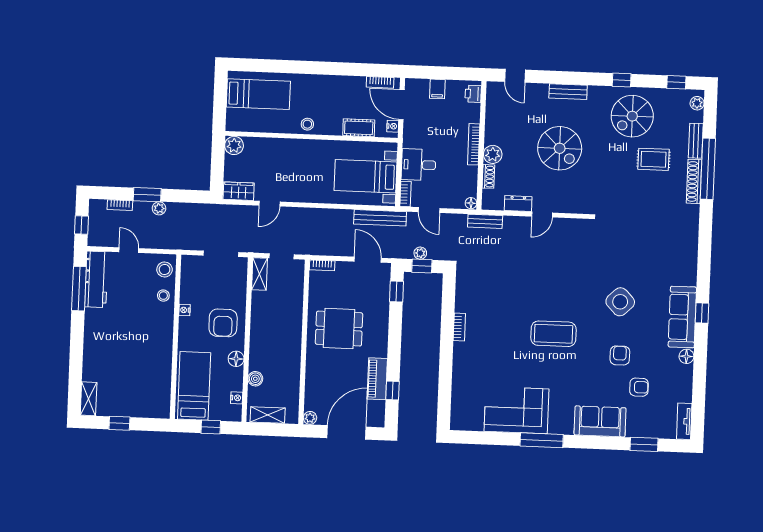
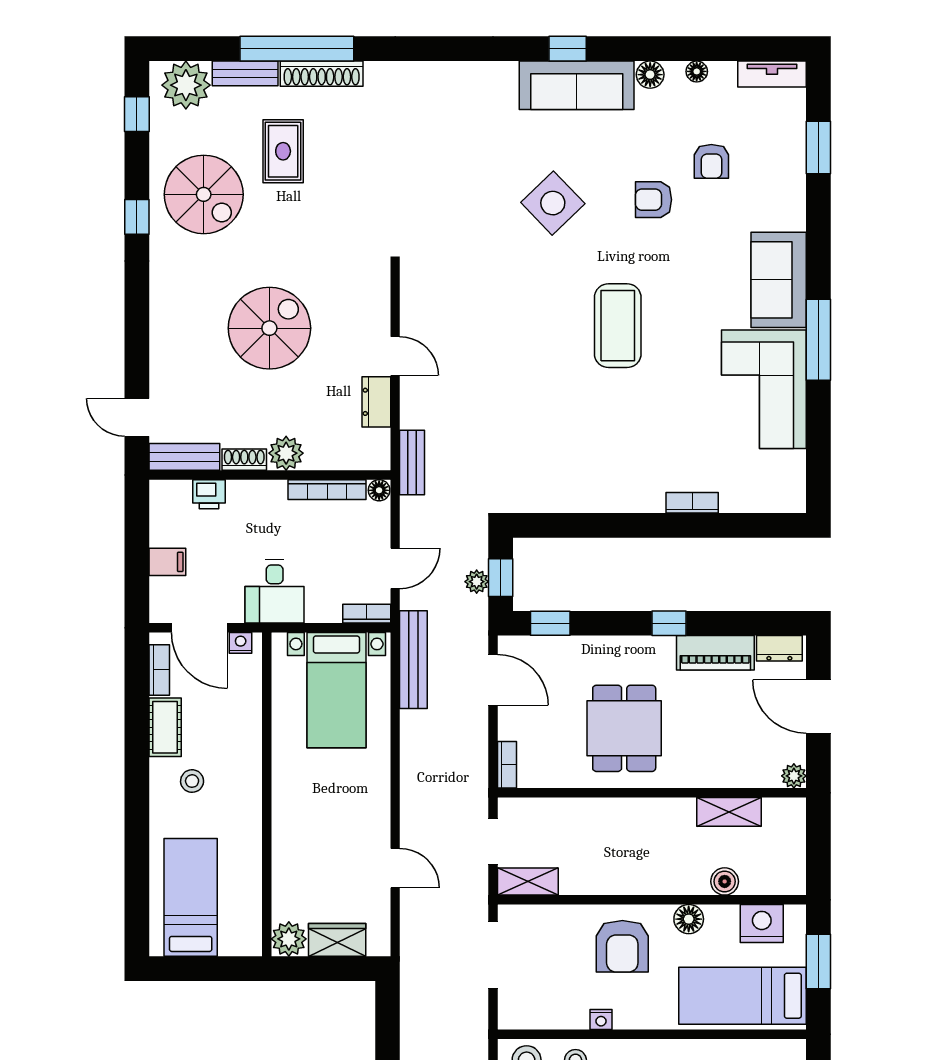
door: (515, 76) -> (137, 417), swing flipped
bench: (568, 92) -> (184, 457), moved, turned 90
printer: (473, 94) -> (209, 494), moved
plant: (697, 103) -> (186, 85), width x1.88, depth x1.88
door: (402, 105) -> (199, 628), hinge flipped
stool: (307, 124) -> (192, 781), moved
cot: (359, 128) -> (165, 727), moved
bookcase: (474, 144) -> (327, 490), moved
desk: (419, 165) -> (275, 592), moved
shoe rack: (488, 176) -> (244, 460), moved
wardrobe: (239, 191) -> (337, 940), moved, turned 90
door: (368, 260) -> (493, 680), swing flipped
armchair: (223, 323) -> (622, 946), turned 90
bookcase: (459, 327) -> (692, 503), moved
floor lamp: (687, 381) -> (697, 71), added
armchair: (639, 387) -> (711, 161), turned 180
window: (393, 390) -> (669, 623), moved
nightstand: (237, 398) -> (762, 923), width x1.89, depth x1.79
dresser: (378, 413) -> (779, 648), added
shelving: (268, 415) -> (729, 812), moved, turned 90
sofa: (600, 421) -> (779, 280), moved
window: (211, 427) -> (818, 961), width x1.50
door: (346, 432) -> (818, 707), width x0.73

